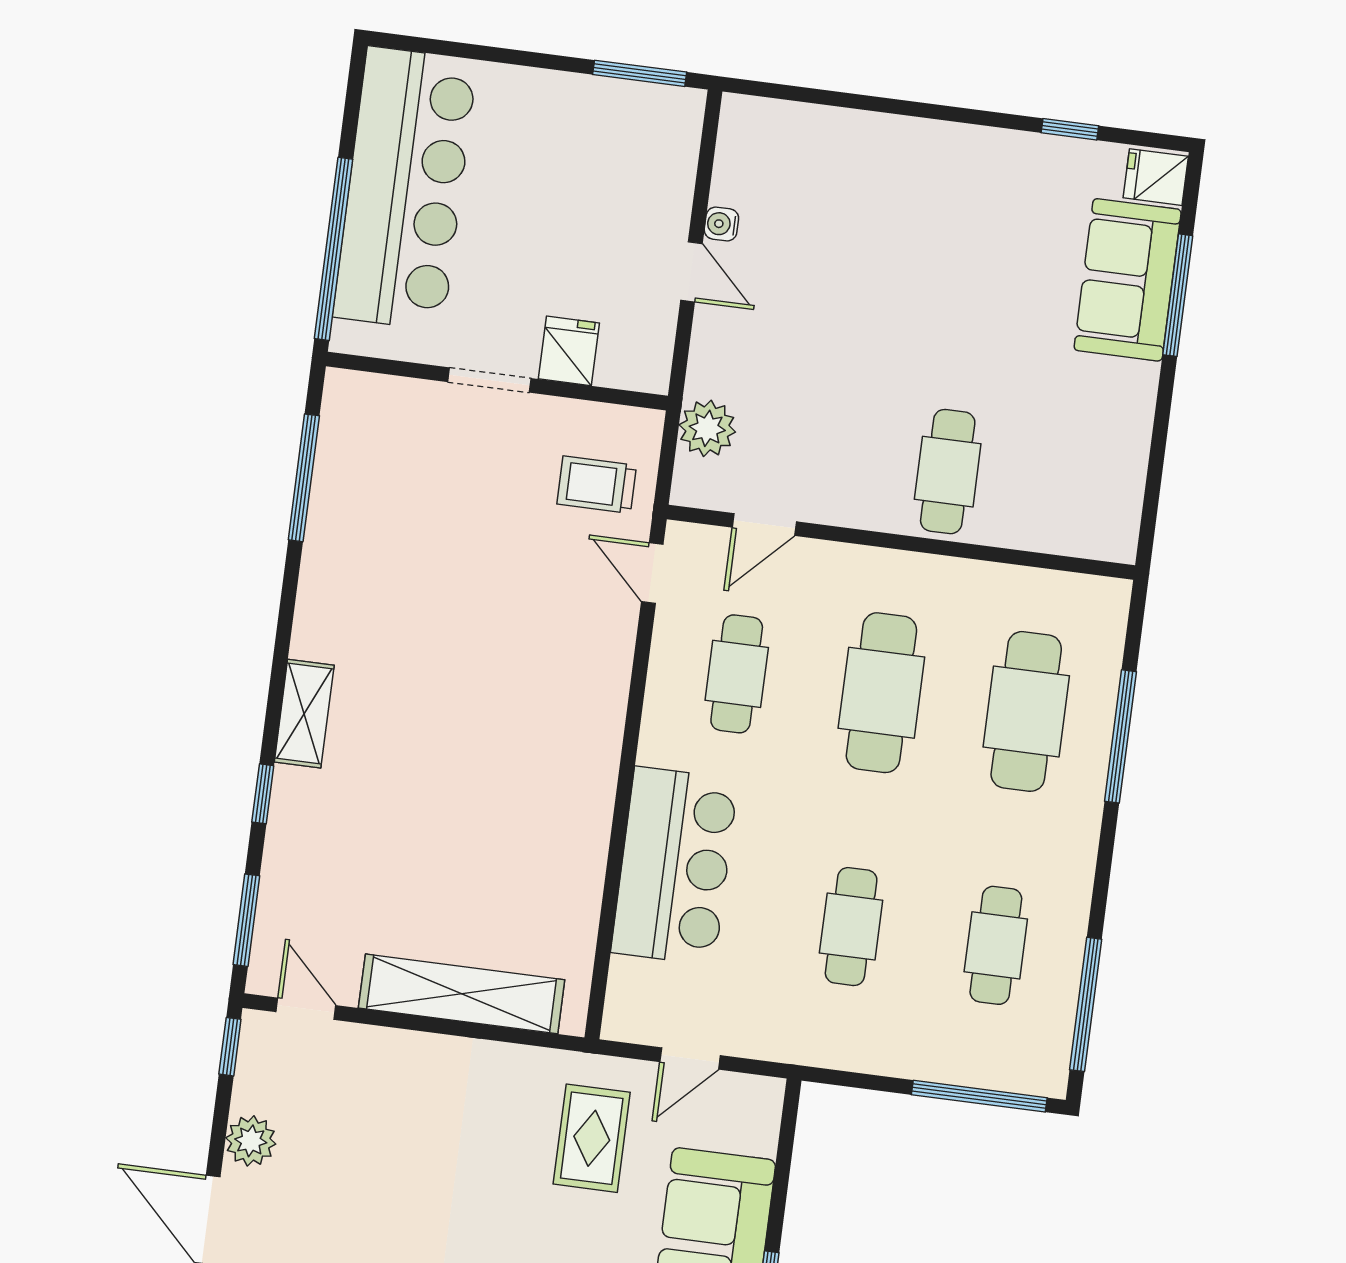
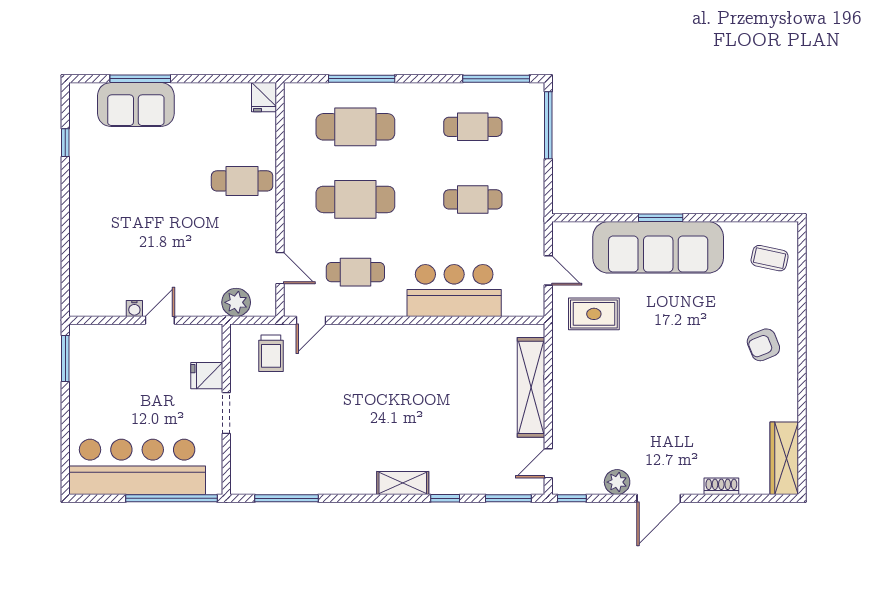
fridge: (1156, 177) -> (264, 97), moved

